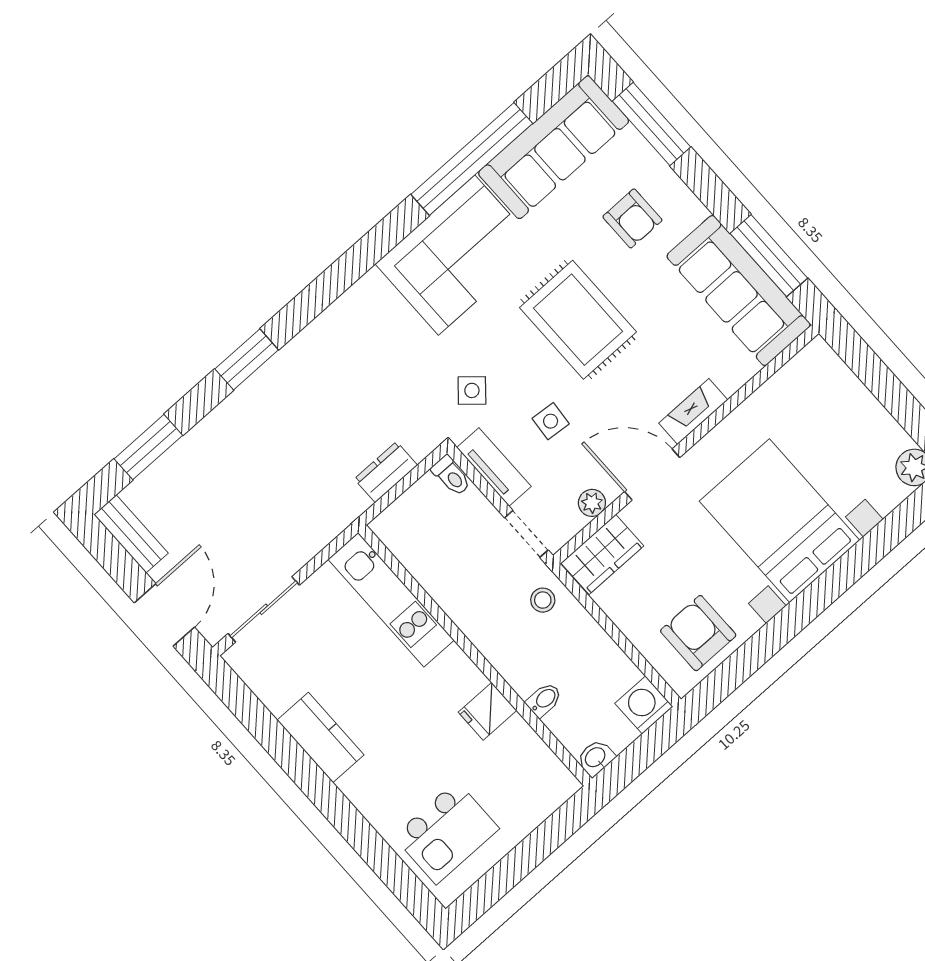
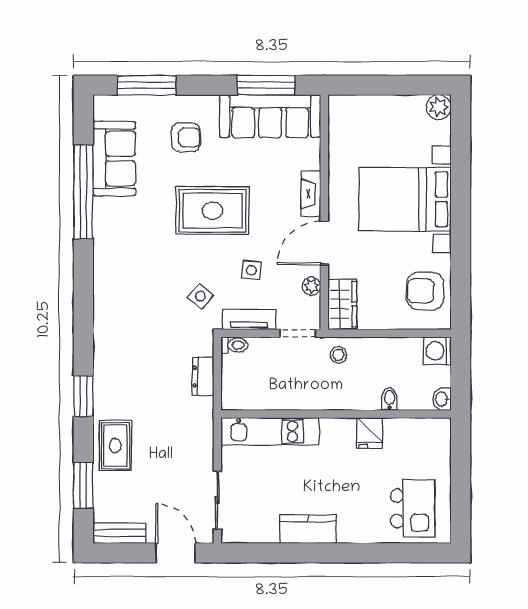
sofa: (554, 147) -> (114, 159), width x0.73
corner sofa: (457, 255) -> (125, 243), removed
rug: (224, 443) -> (115, 445), added

